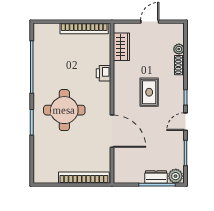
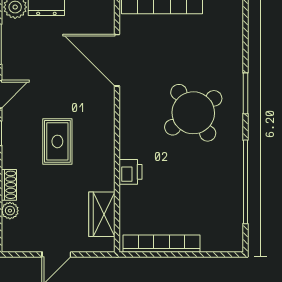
round table: (64, 110) -> (193, 113), turned -35
door: (112, 131) -> (117, 60), moved

